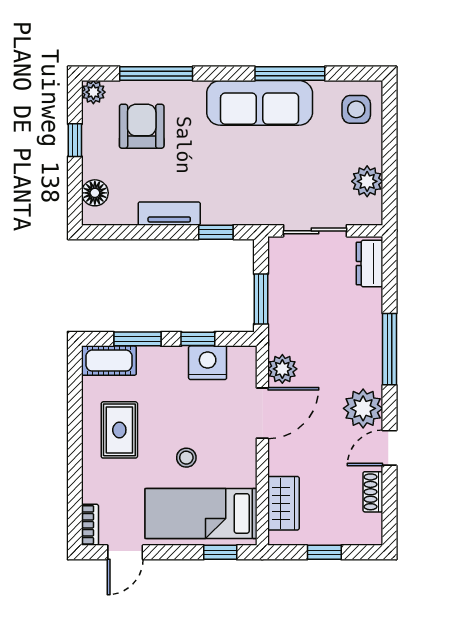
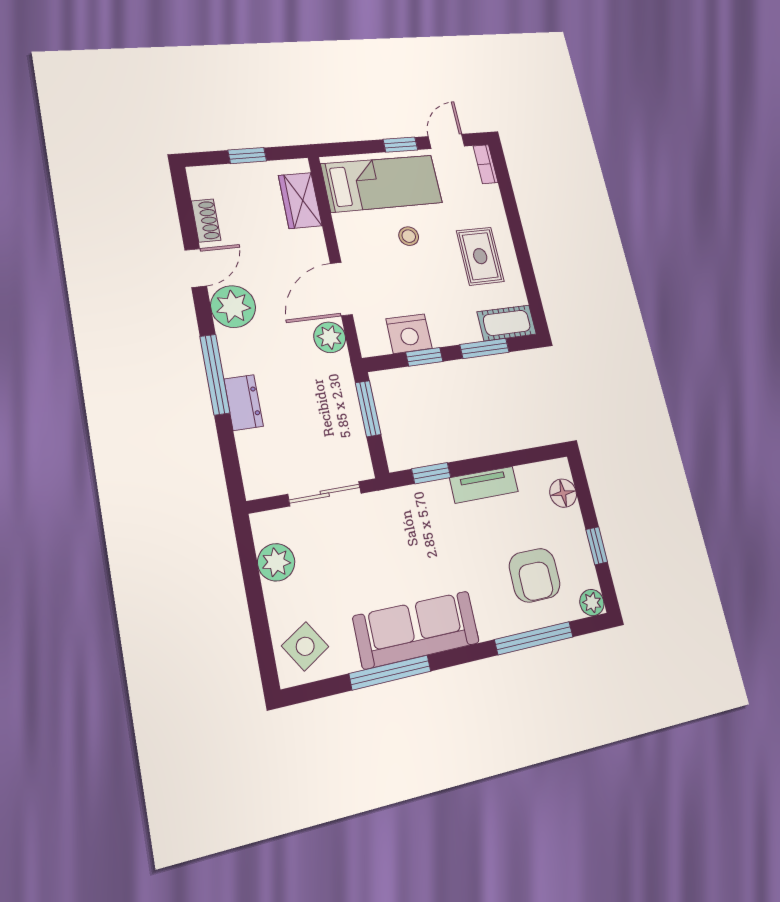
side table: (356, 109) -> (305, 646), turned -32
dresser: (370, 263) -> (244, 403), moved
window: (220, 552) -> (400, 145), moved

